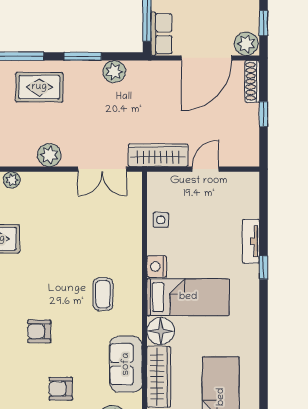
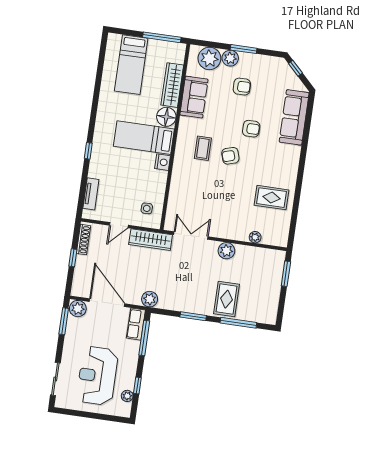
window: (263, 23) -> (64, 321), width x1.50
door: (206, 58) -> (107, 303), hinge flipped
plant: (114, 72) -> (150, 299), moved
shoe rack: (252, 81) -> (83, 240), moved
rug: (39, 87) -> (227, 299), turned 90
side table: (161, 220) -> (147, 208), moved
tv unit: (251, 241) -> (91, 194), moved
armchair: (63, 289) -> (230, 156), added

